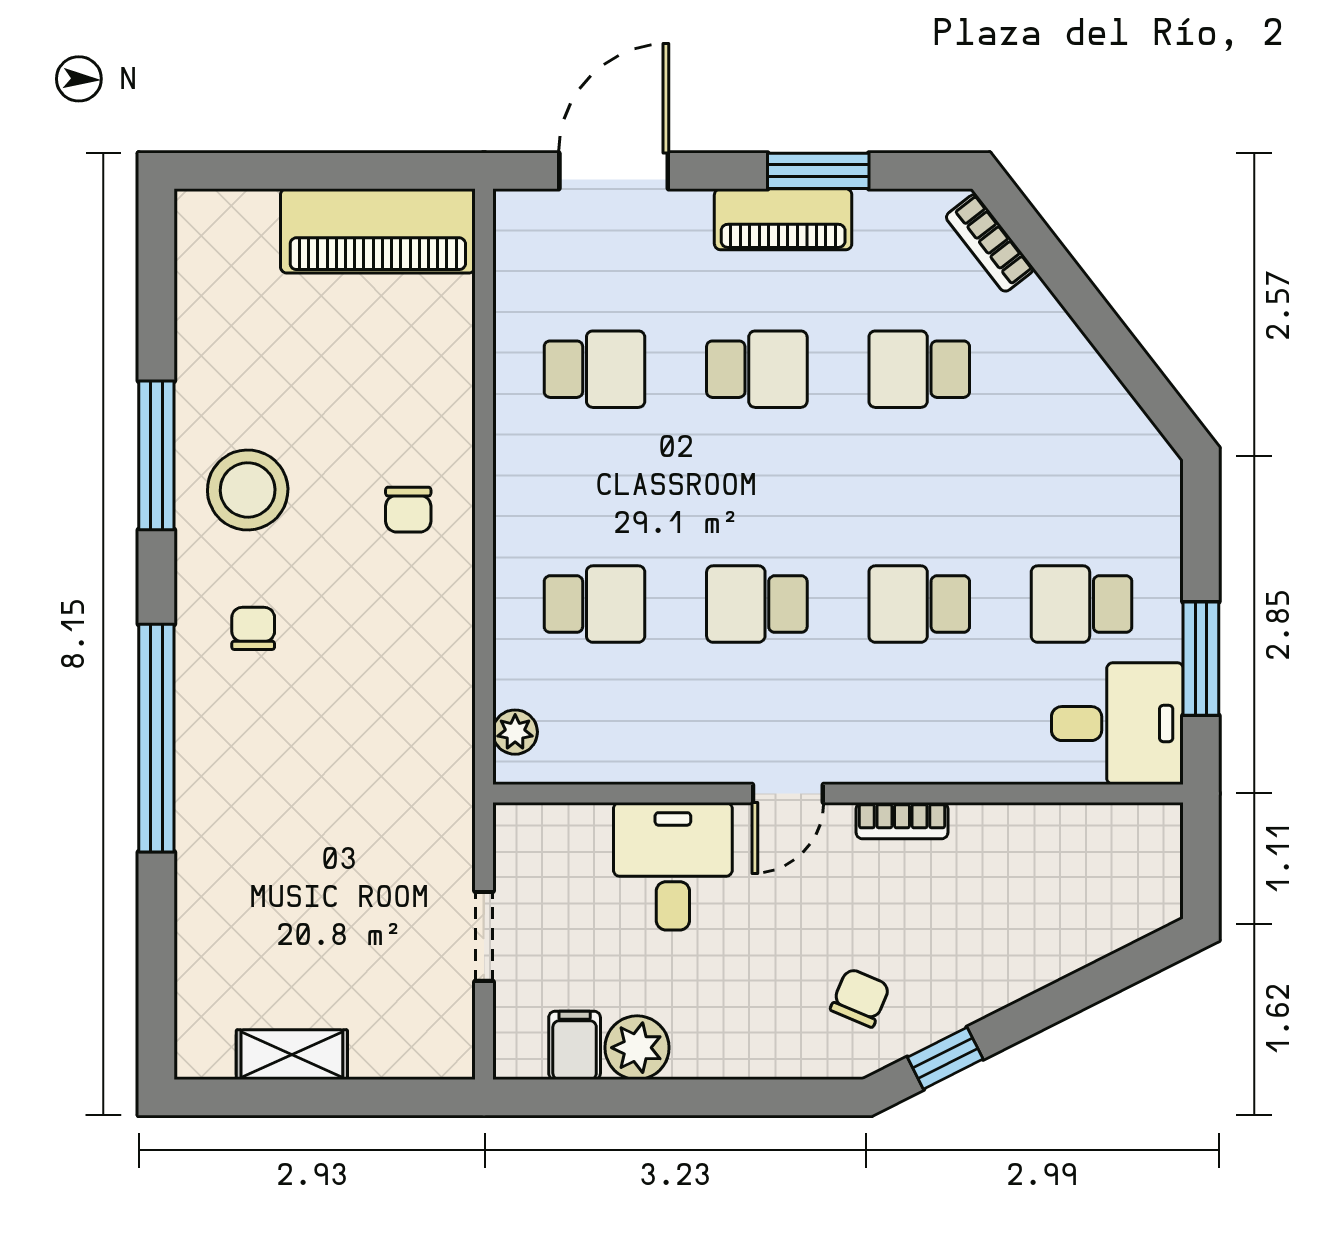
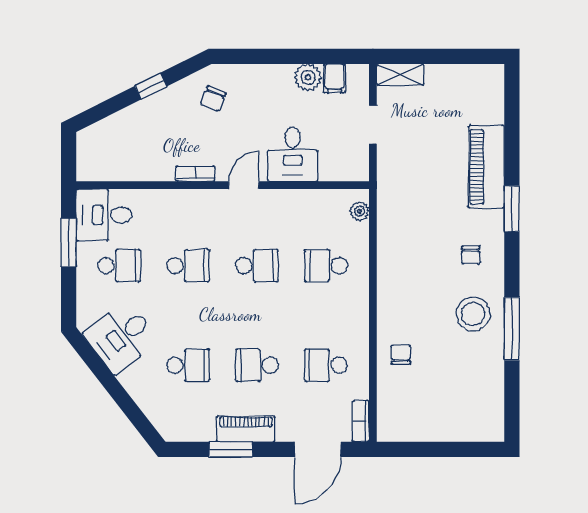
piano: (378, 231) -> (486, 167), moved, turned -90
bookcase: (990, 243) -> (361, 421), moved, turned -142
desk: (1077, 436) -> (121, 337), added
chair: (408, 510) -> (401, 355), moved
window: (156, 738) -> (512, 209), width x0.47
shelving: (292, 1055) -> (400, 74), moved
window: (945, 1058) -> (151, 86), moved

